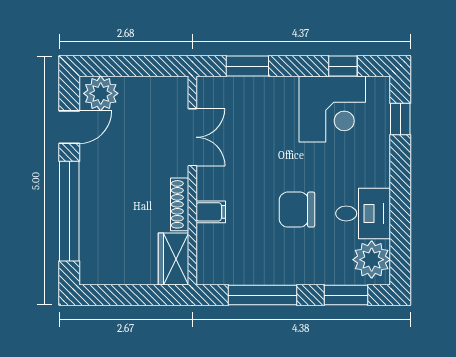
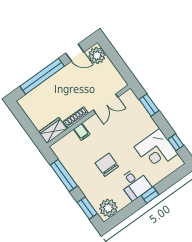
window: (400, 119) -> (150, 195), moved
desk: (363, 213) -> (135, 184), moved

